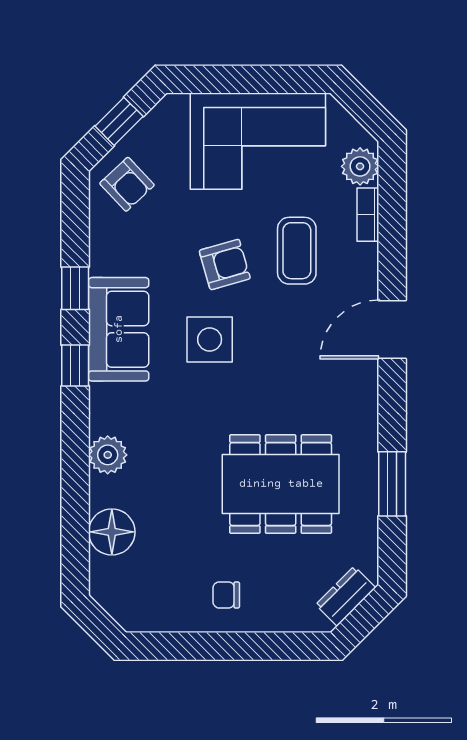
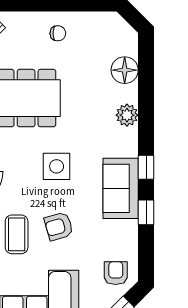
armchair: (127, 184) -> (116, 273), turned 43
side table: (210, 339) -> (57, 166), moved

